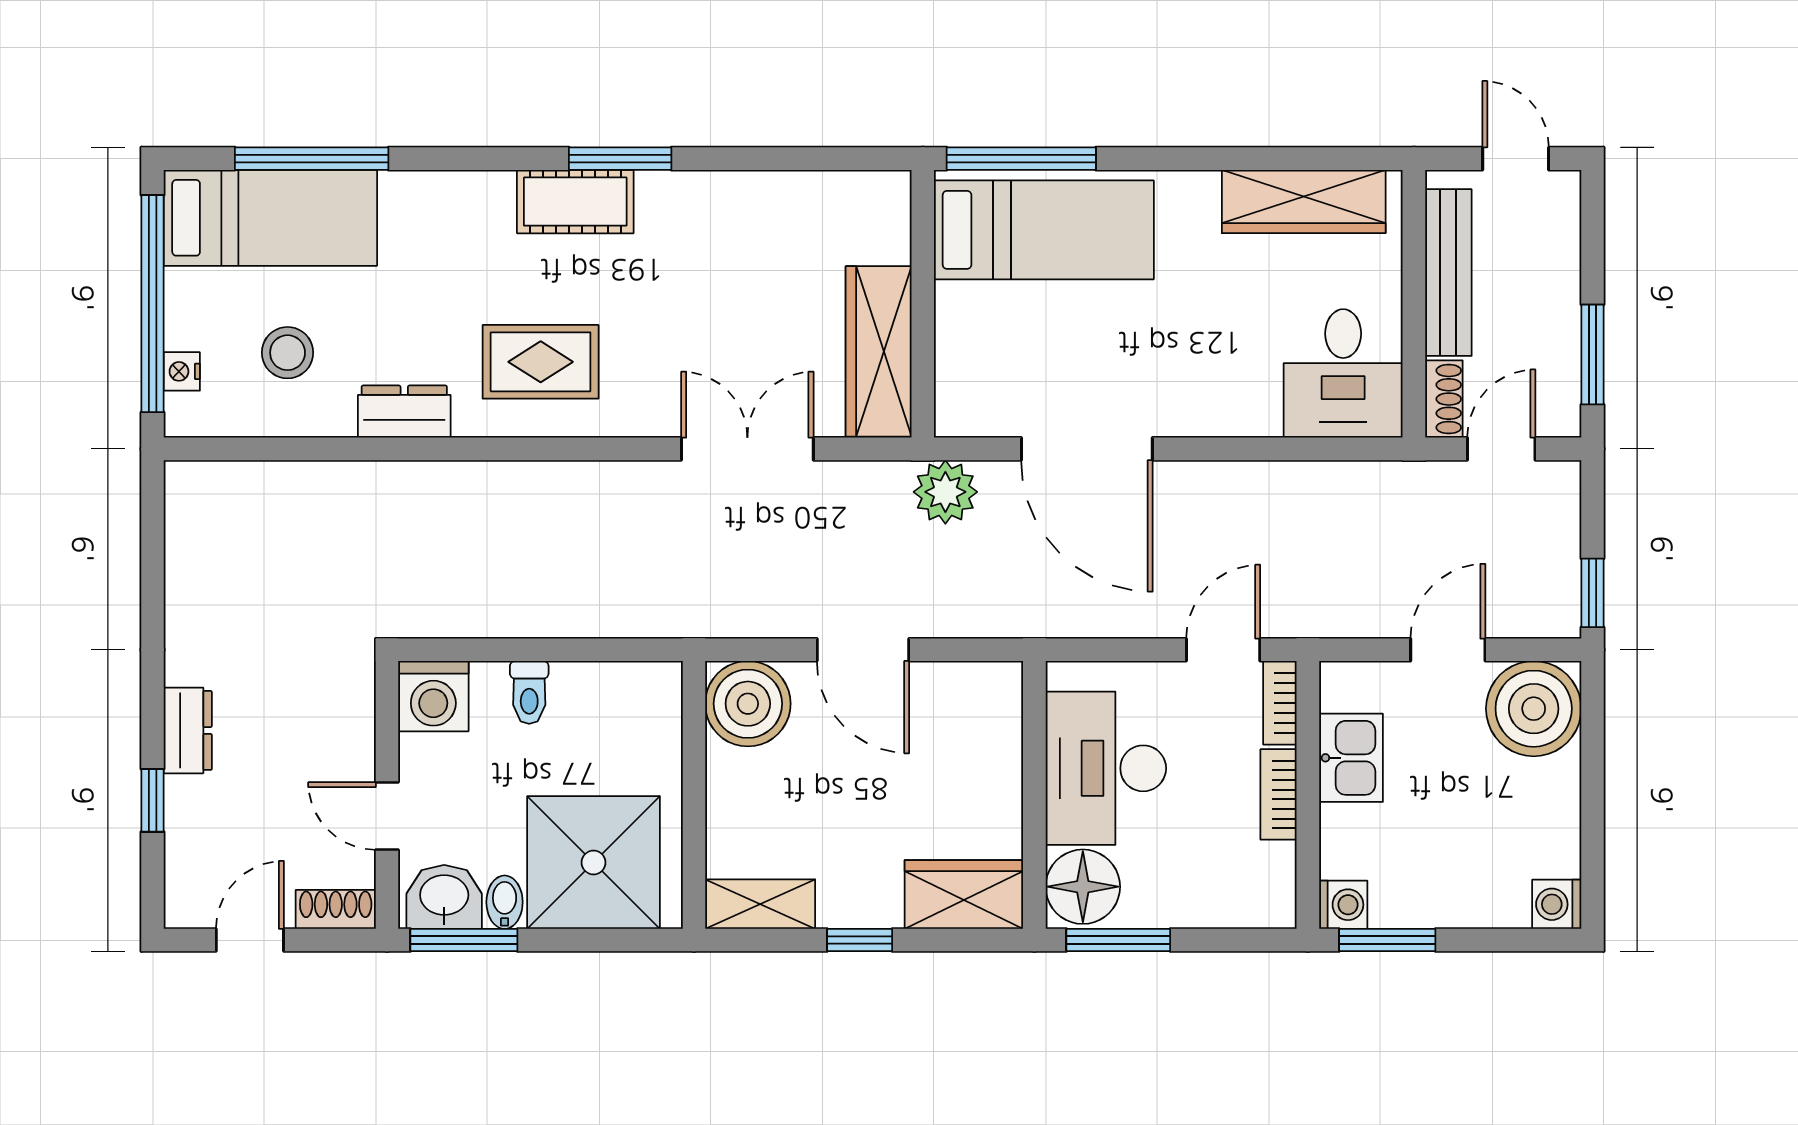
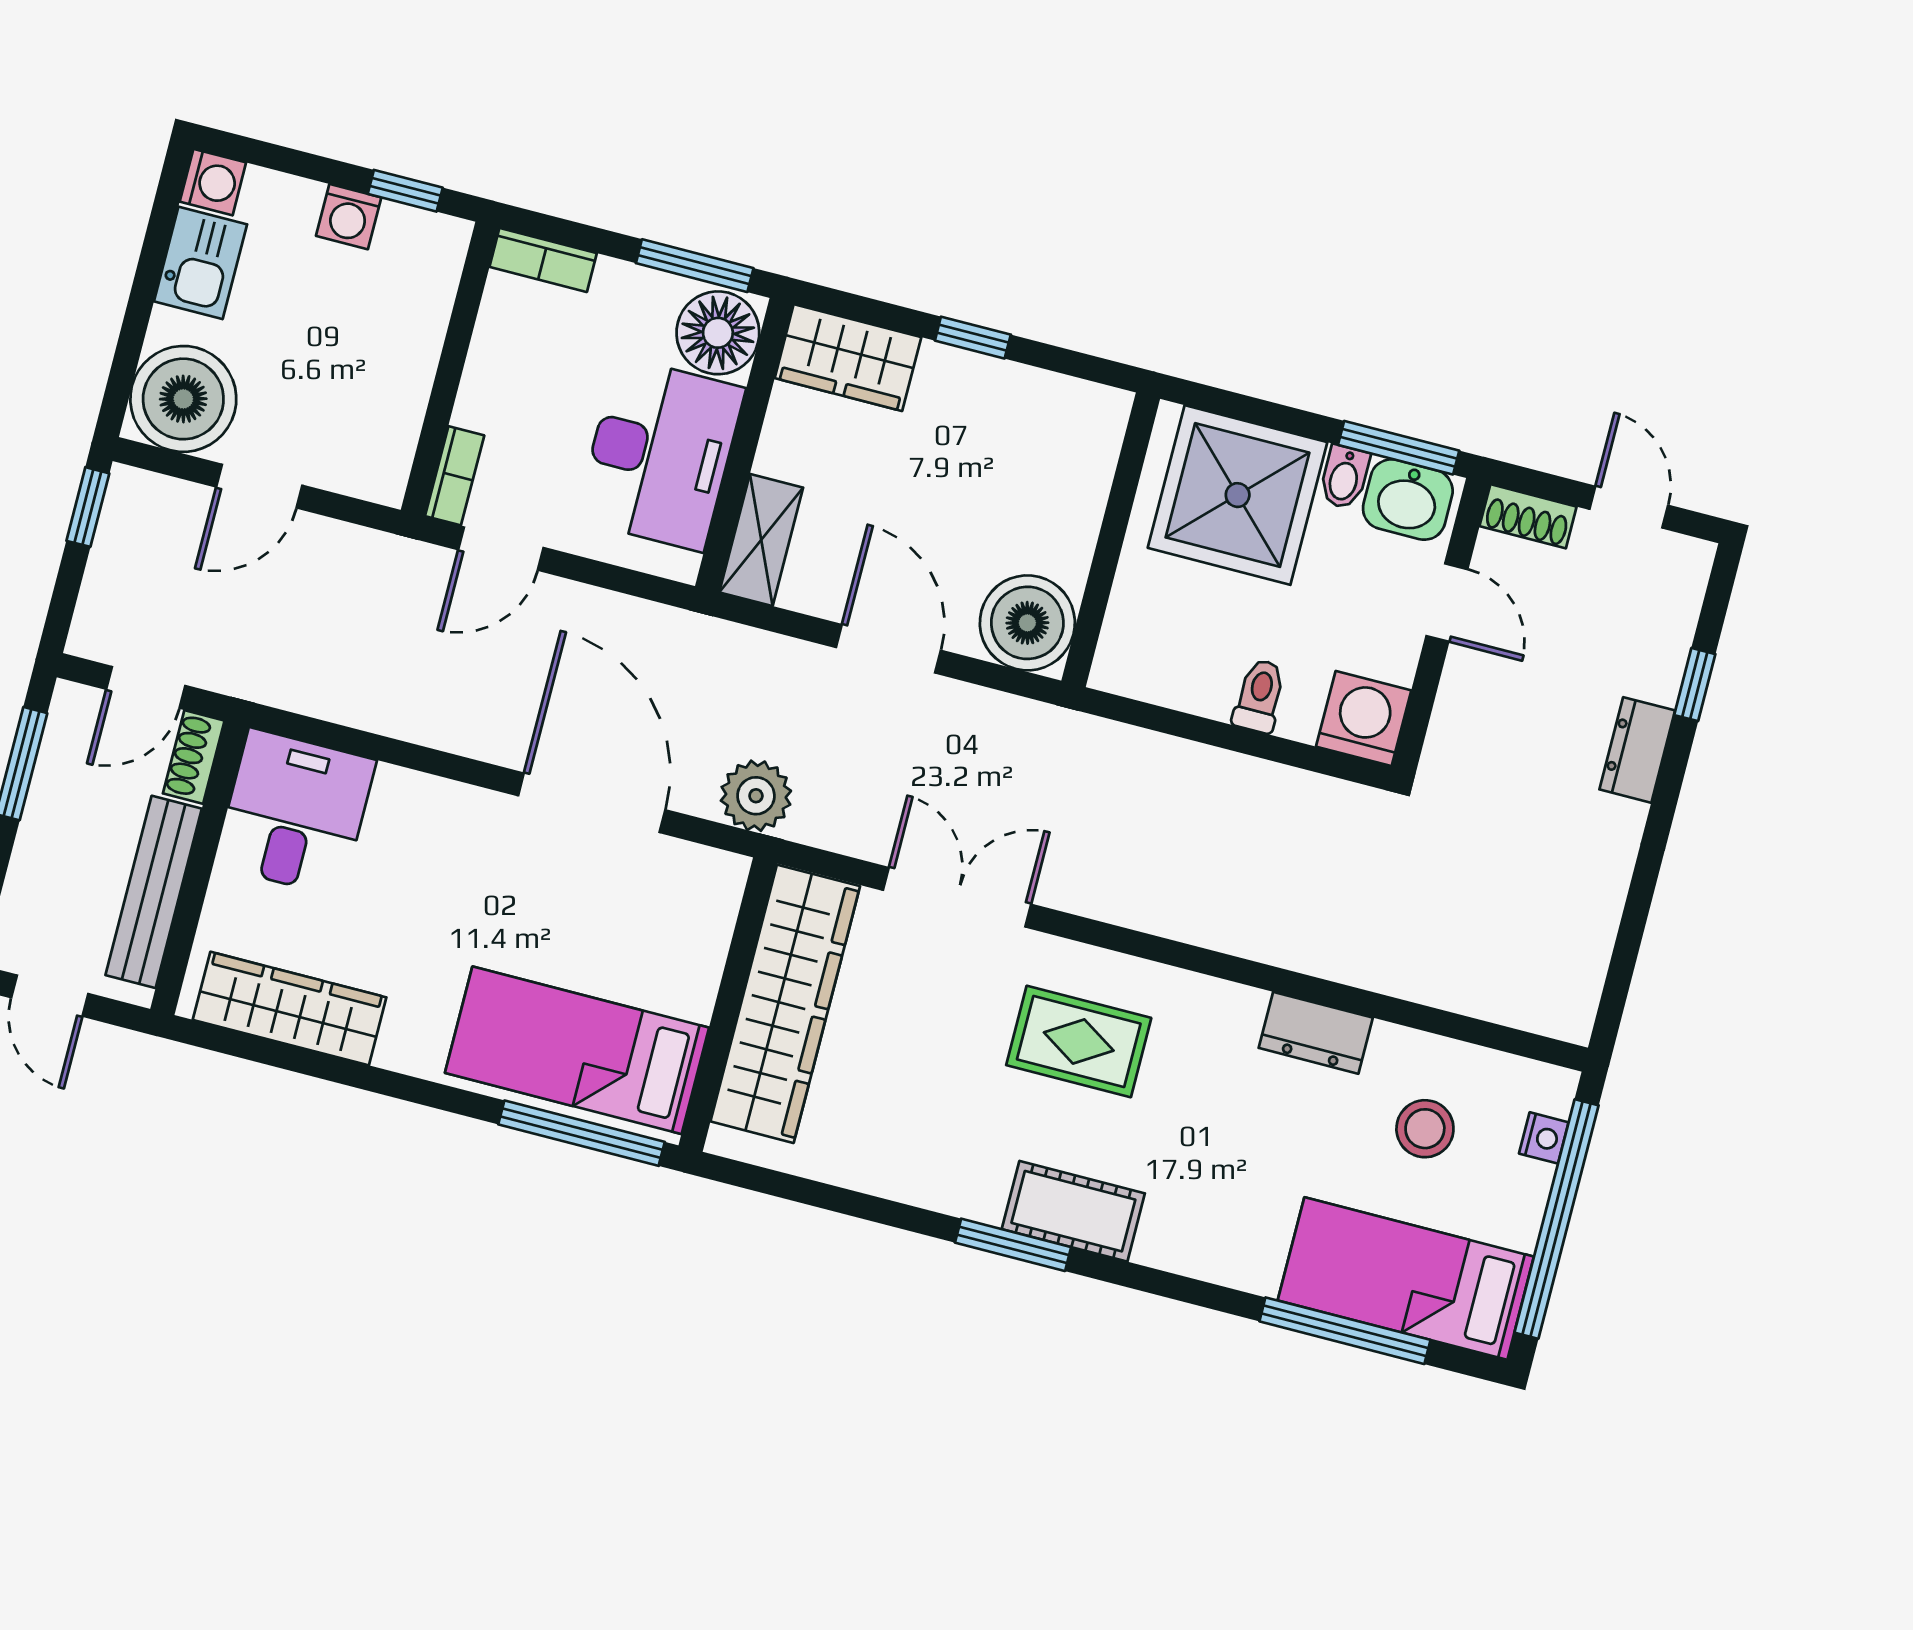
wardrobe: (879, 351) -> (785, 1004), width x1.40, depth x1.17
rug: (541, 362) -> (1079, 1041), moved
double door: (747, 449) -> (957, 897), swing flipped
kitchen sink: (1351, 758) -> (200, 263), moved, turned 180
bookcase: (1279, 794) -> (543, 260), moved, turned 90
shelving: (760, 904) -> (761, 540), moved, turned 90
washing machine: (1343, 905) -> (349, 217), moved, turned -90
door: (250, 940) -> (1629, 507), swing flipped
window: (1387, 940) -> (405, 191), width x0.67

